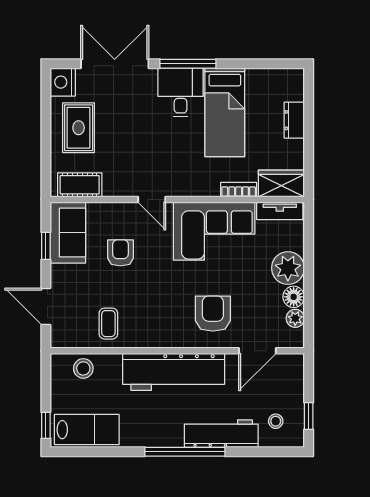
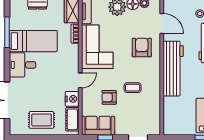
window: (188, 64) -> (7, 32), moved
nightstand: (63, 82) -> (72, 99), moved, turned -90
armchair: (213, 314) -> (142, 47), turned 90
coffee table: (108, 324) -> (133, 88), moved
stool: (83, 368) -> (171, 117), removed

